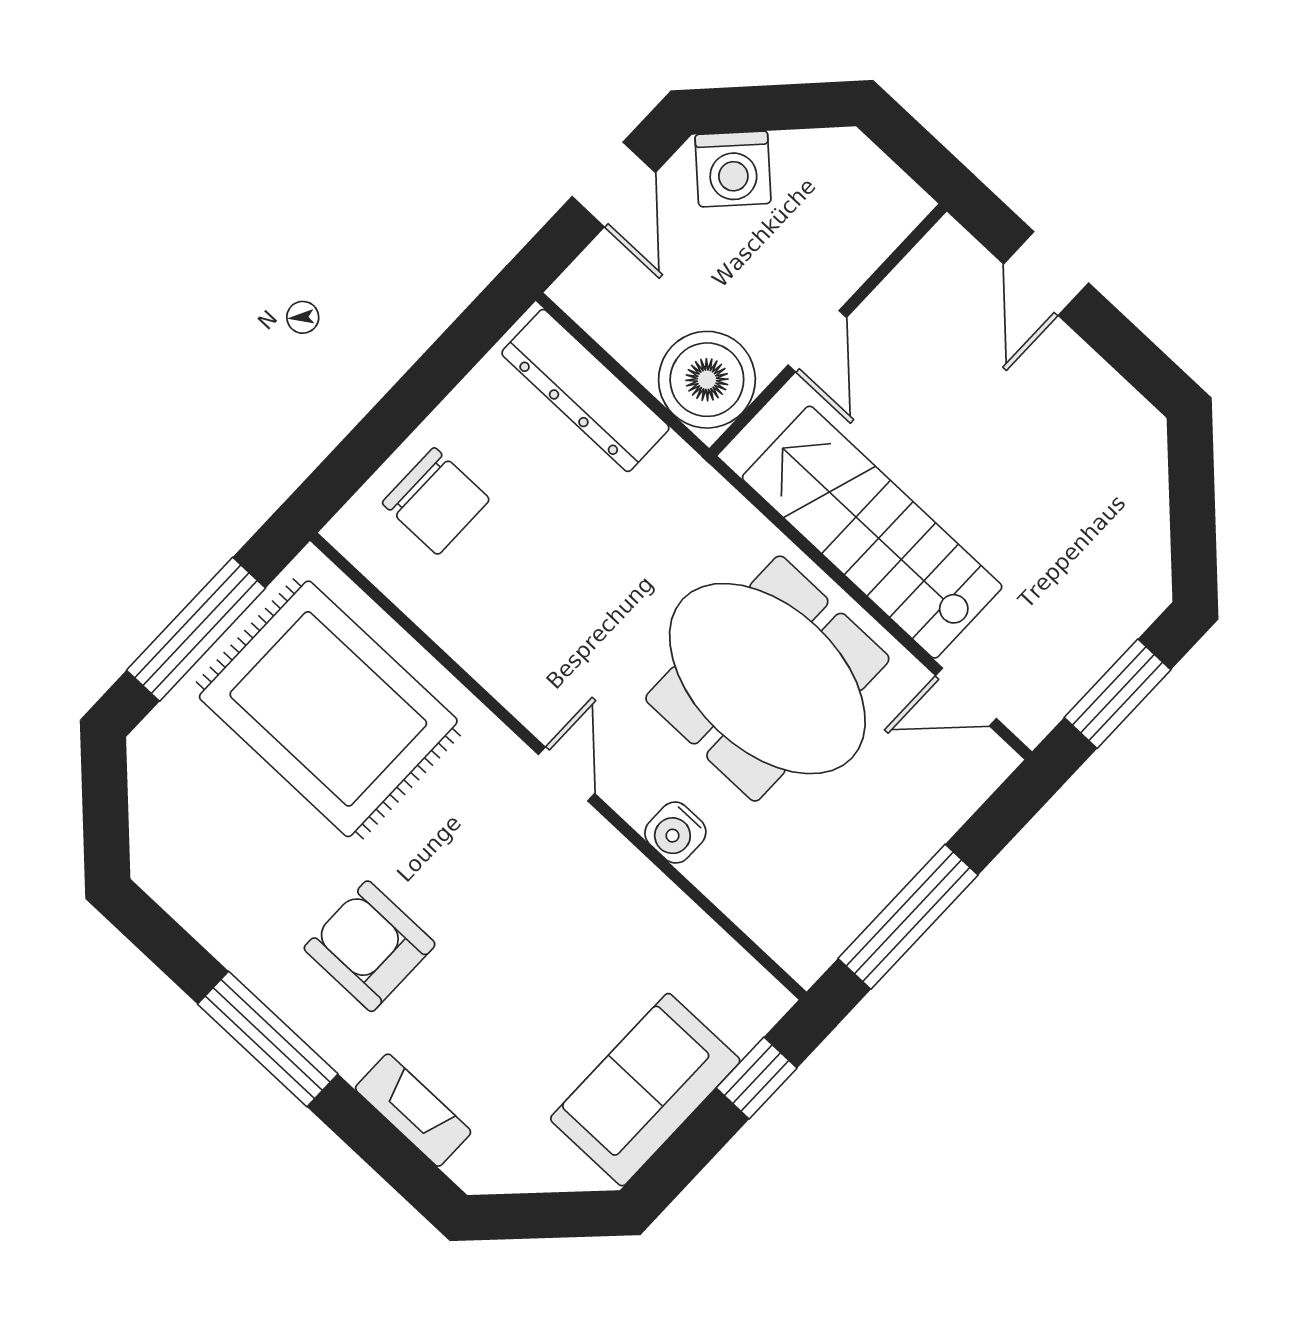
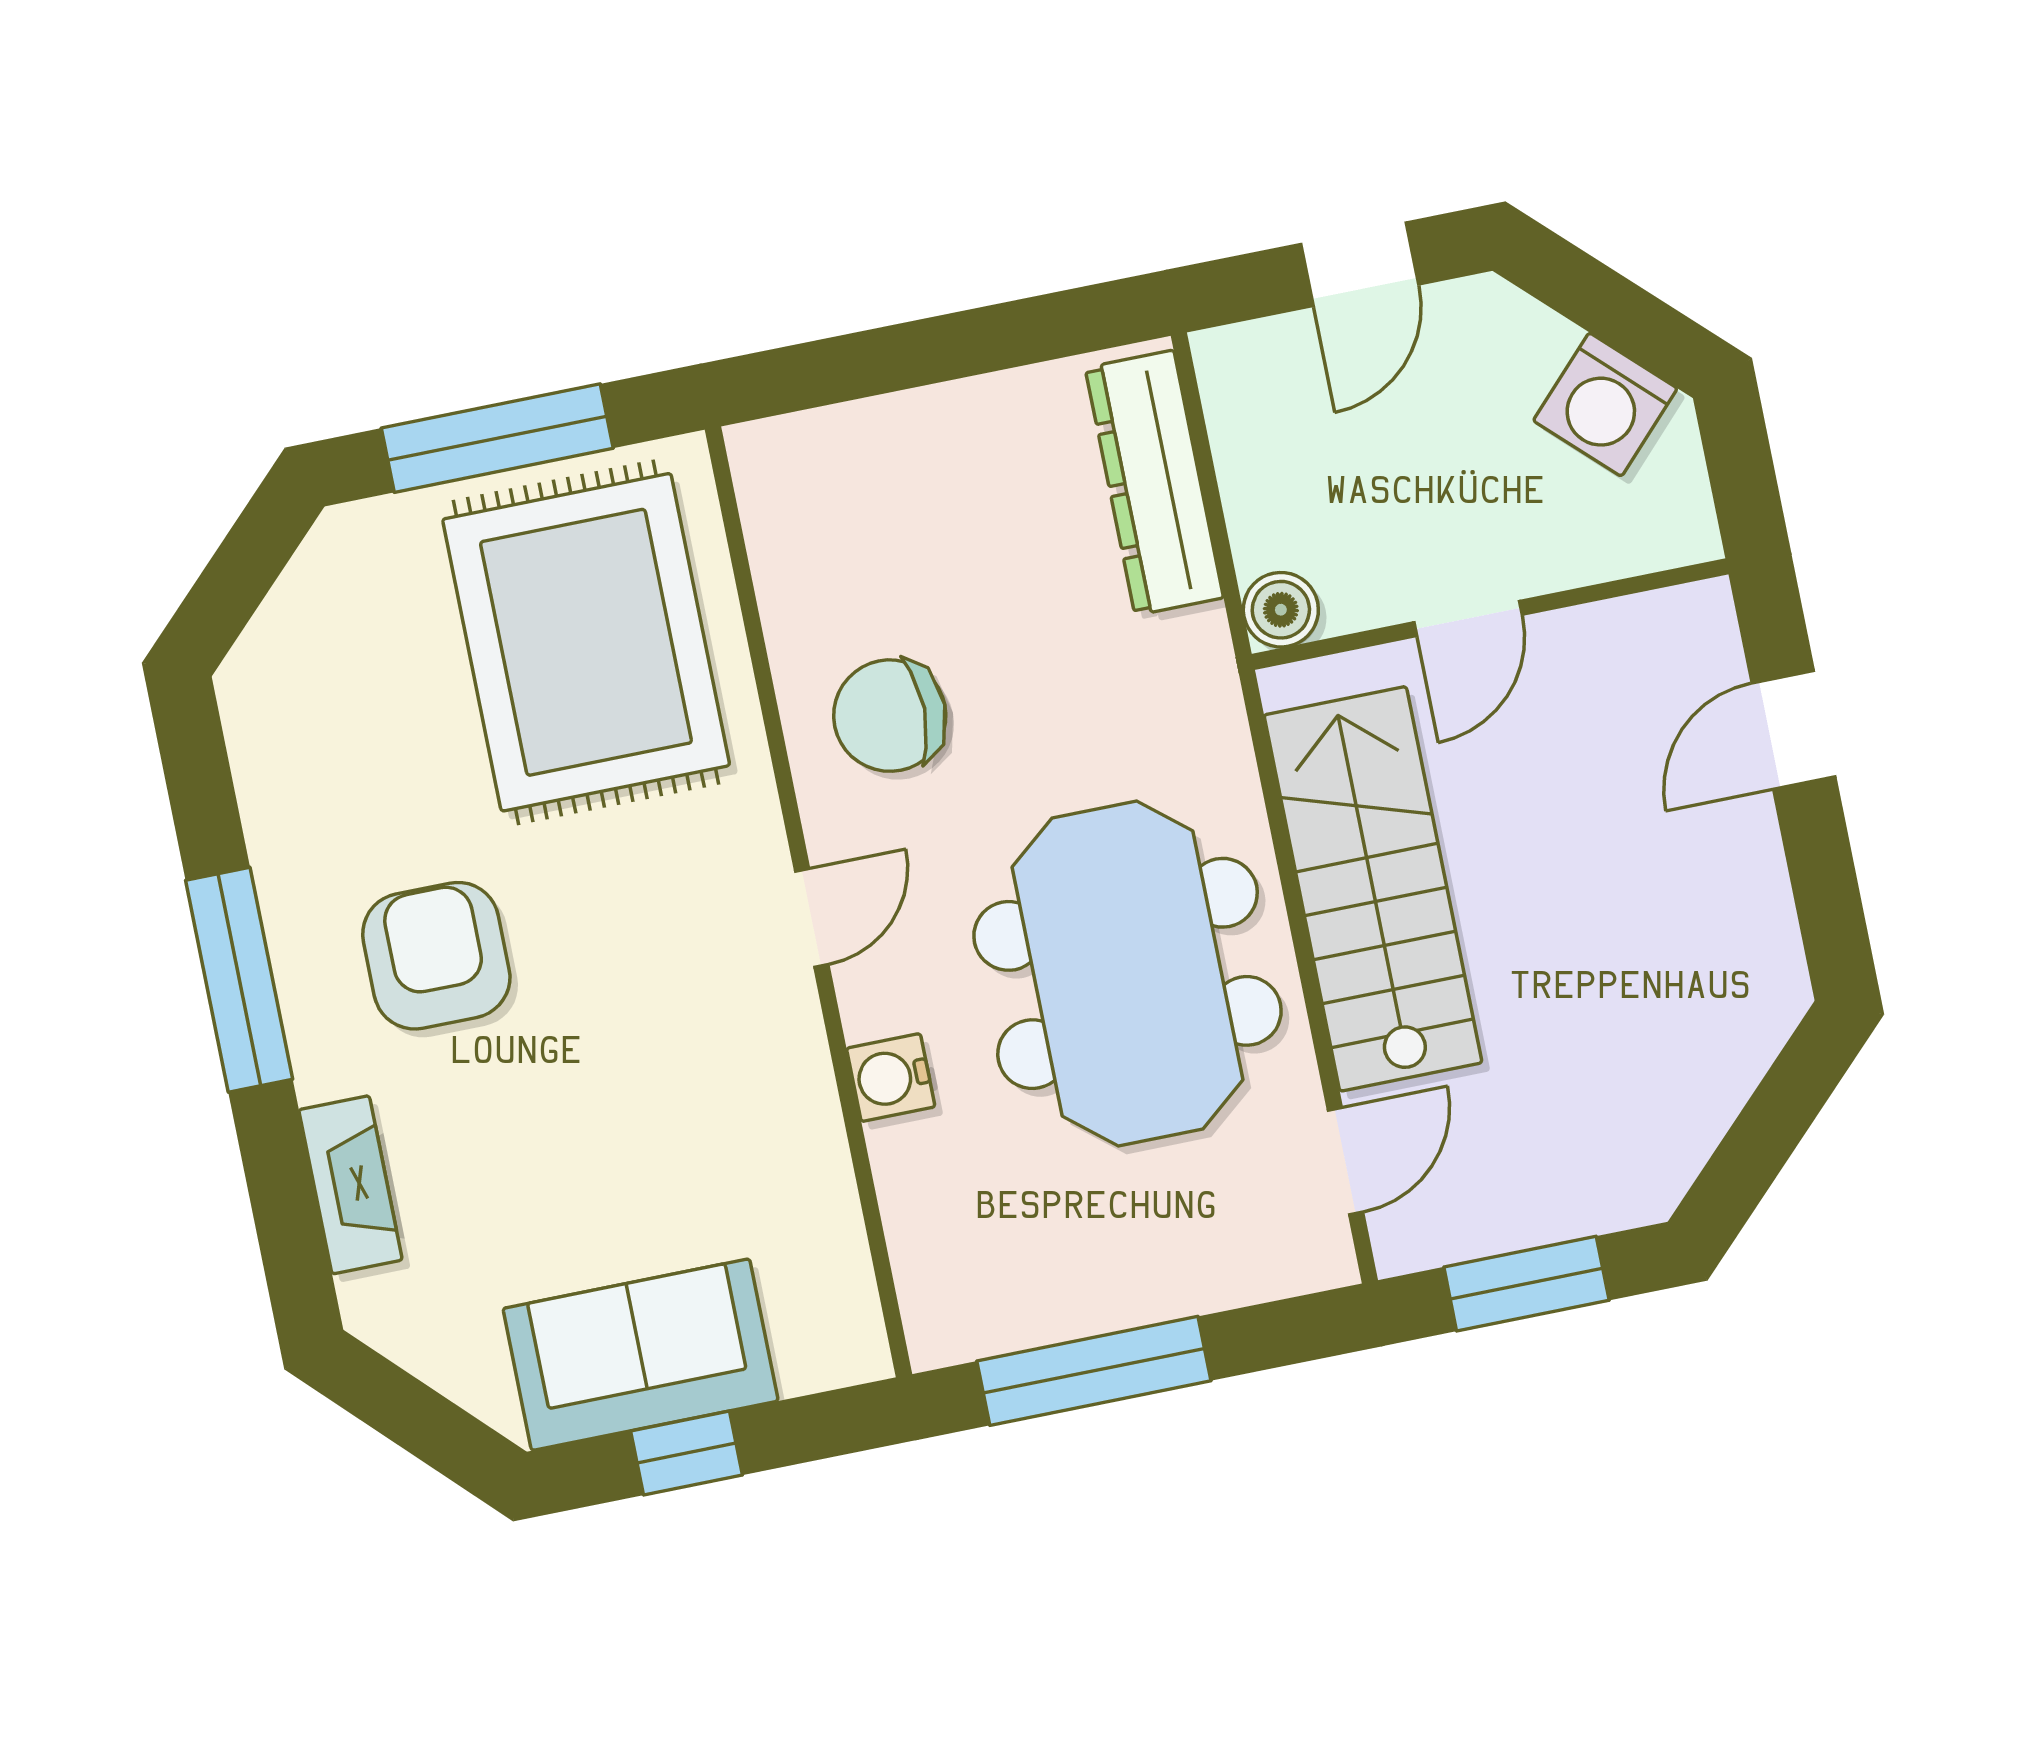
washing machine: (733, 169) -> (1605, 405), moved
boiler: (707, 380) -> (1281, 610), width x0.54, depth x0.54
chair: (436, 501) -> (890, 716), moved, turned 90
door: (966, 697) -> (1345, 1161), swing flipped
window: (757, 1078) -> (686, 1453), moved

